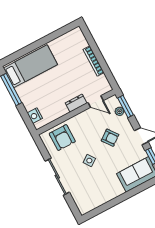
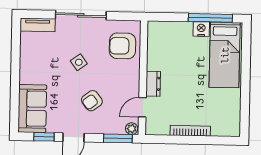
plant: (119, 111) -> (132, 129), moved
nightstand: (35, 116) -> (201, 29), moved
tv unit: (80, 202) -> (38, 25), added

